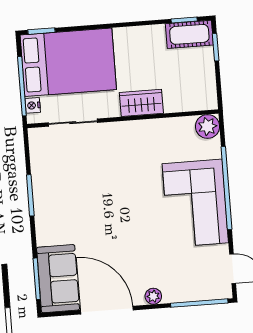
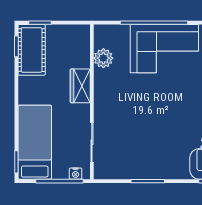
cot: (189, 34) -> (32, 50), width x1.37, depth x1.34
bed: (68, 62) -> (35, 142), width x0.67
plant: (208, 126) -> (103, 58), moved

